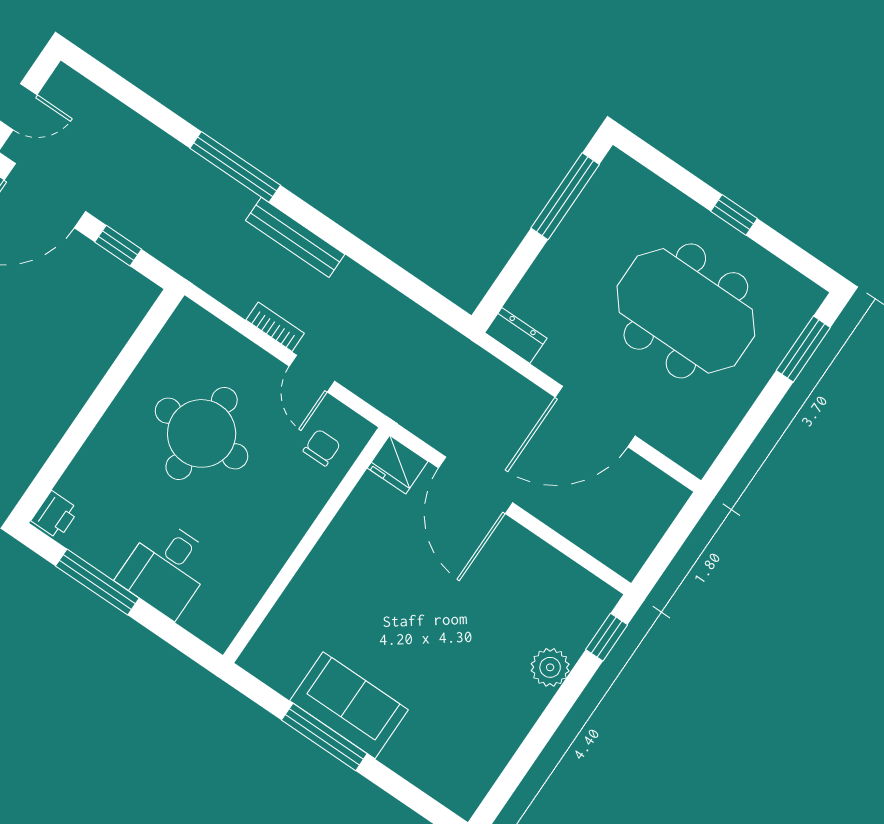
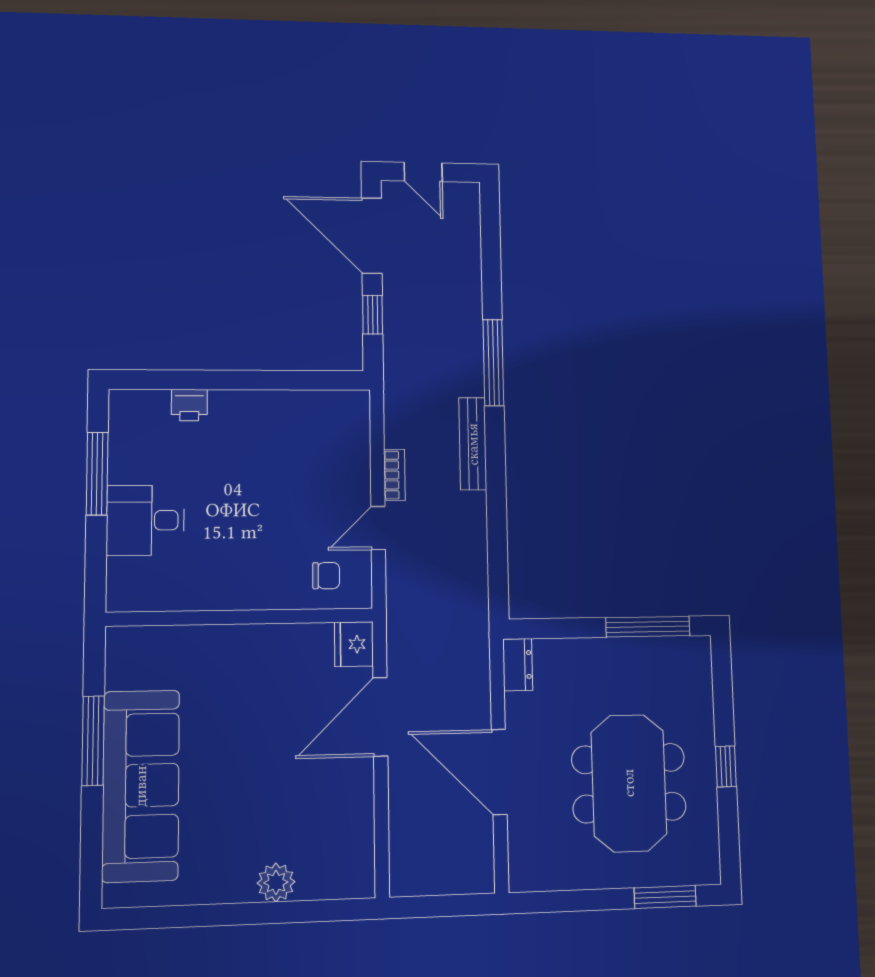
round table: (202, 433) -> (272, 475), removed
printer: (55, 515) -> (189, 405), moved
window: (607, 637) -> (332, 910), removed
sofa: (349, 705) -> (141, 786), width x1.85, depth x1.27

